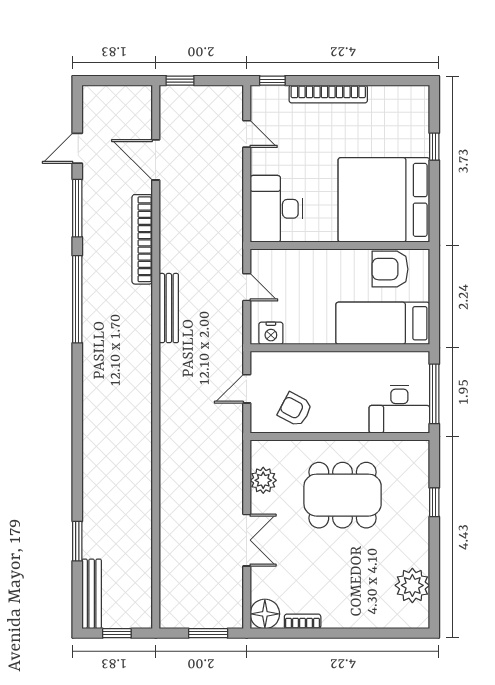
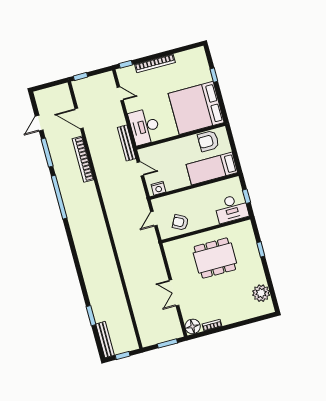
bench: (169, 308) -> (127, 143), moved
window: (434, 394) -> (246, 196), width x0.46
plant: (263, 480) -> (174, 261), removed
double door: (247, 540) -> (174, 293), swing flipped

